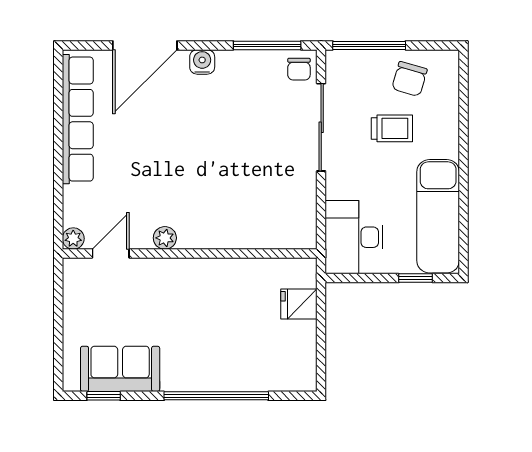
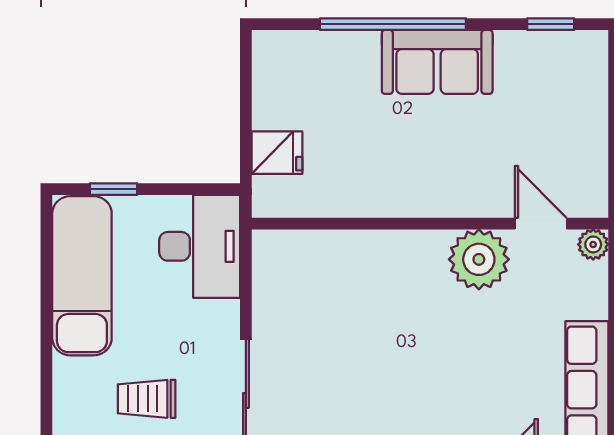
plant: (165, 238) -> (479, 259), width x1.88, depth x1.88
door: (111, 253) -> (541, 224), swing flipped
sofa: (120, 369) -> (437, 62), moved

